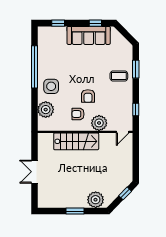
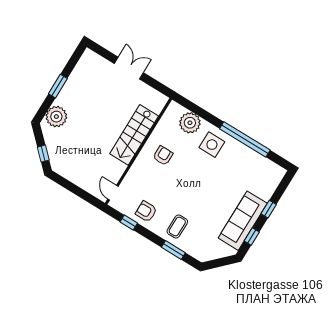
window: (58, 23) -> (269, 209), moved
armchair: (88, 96) -> (146, 211), moved
plant: (99, 123) -> (139, 173), removed

